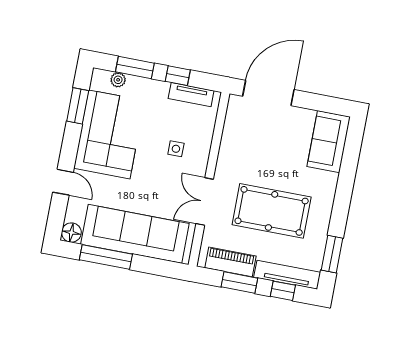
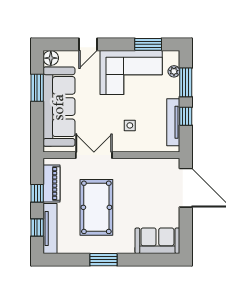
tv unit: (191, 95) -> (173, 122), width x1.41
window: (332, 254) -> (103, 260), moved
window: (106, 257) -> (37, 88), width x0.69
window: (239, 282) -> (37, 193), width x0.67

